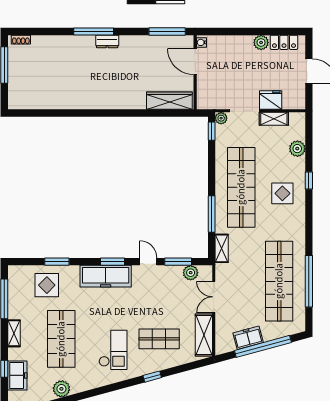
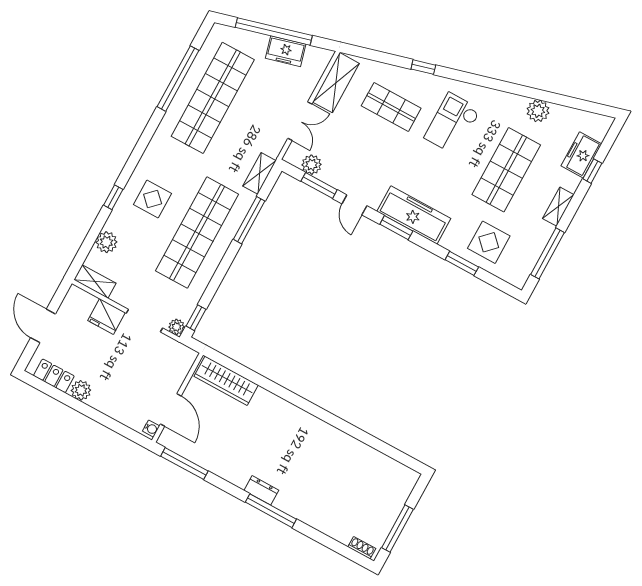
shelving: (274, 119) -> (95, 281), moved

